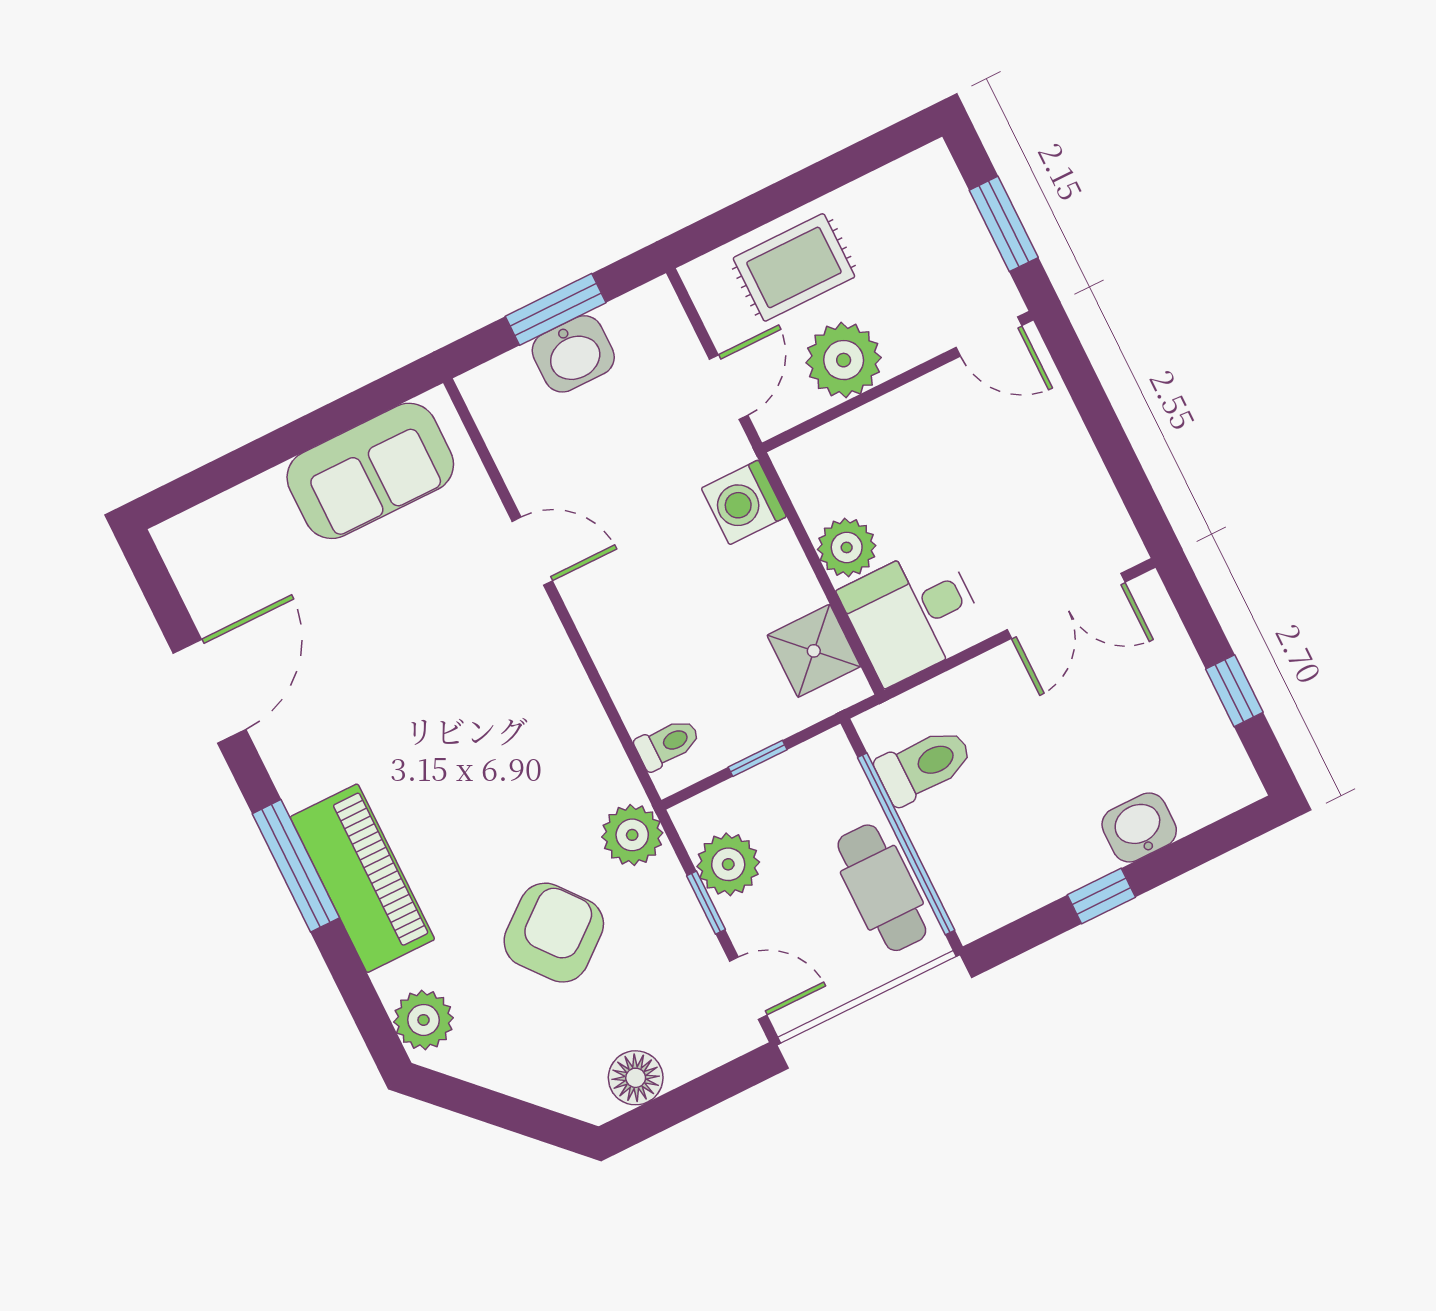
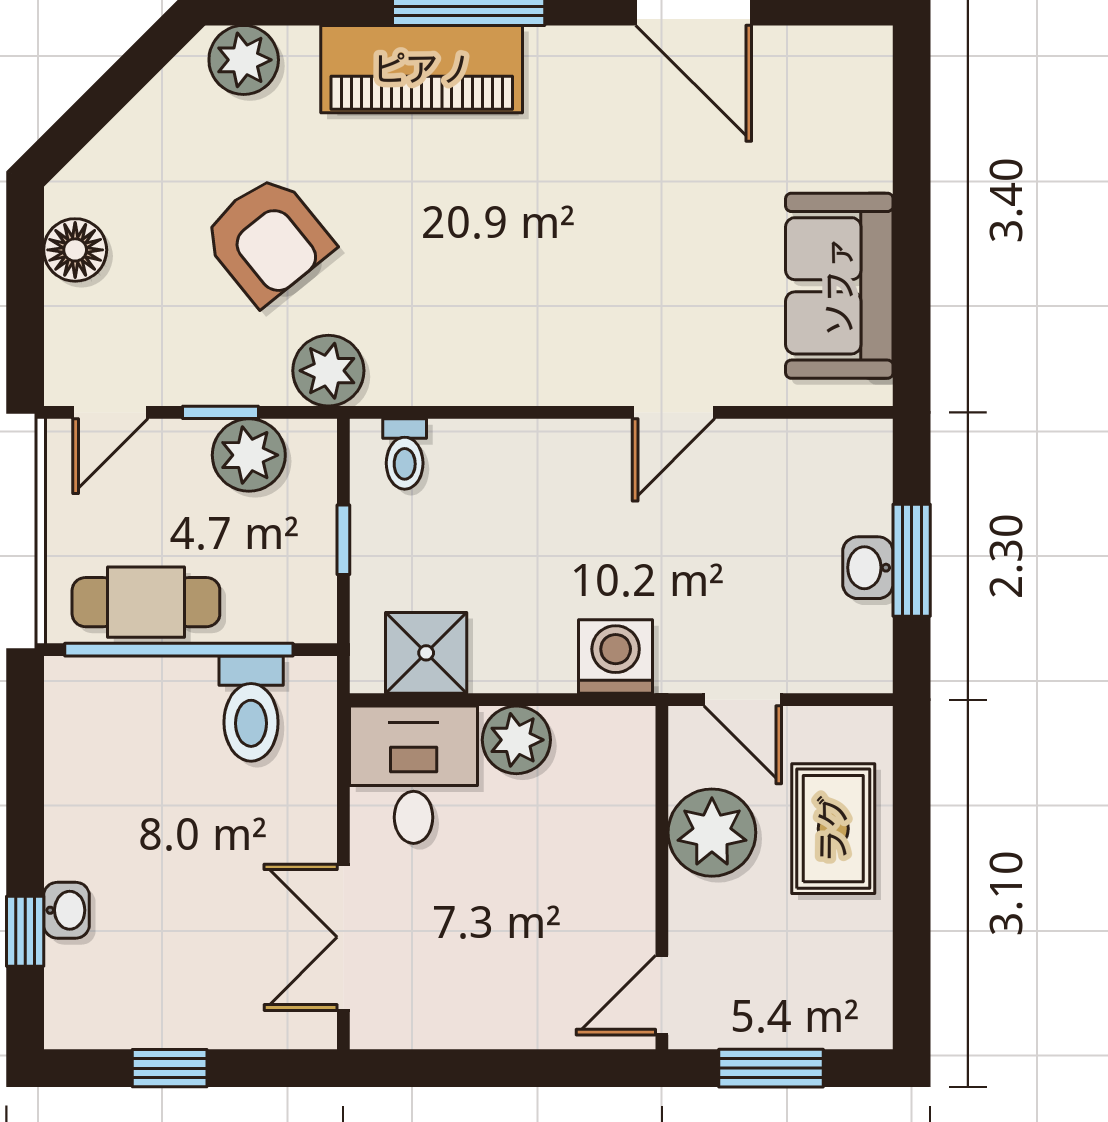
washbasin: (573, 354) -> (868, 568), width x0.72, depth x0.69
washbasin: (1139, 827) -> (66, 910), width x0.72, depth x0.69
window: (1101, 896) -> (25, 931), moved

